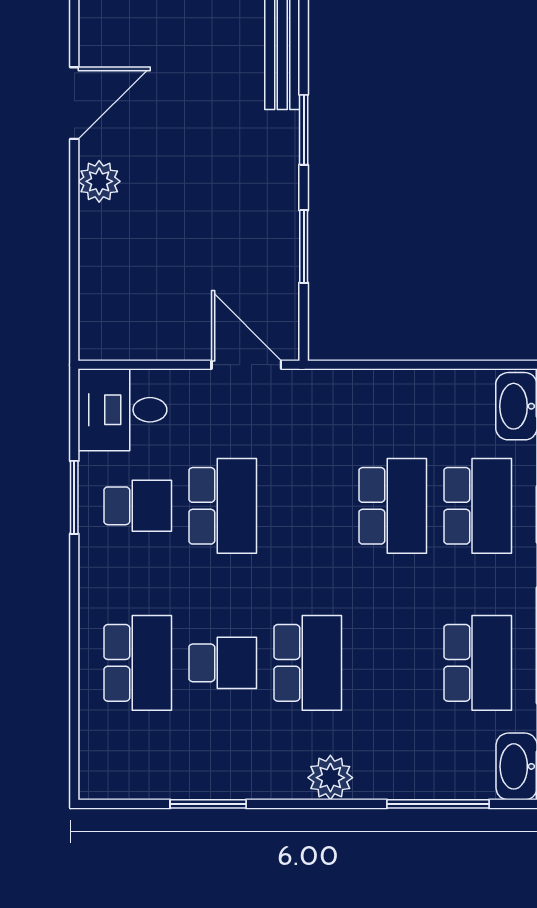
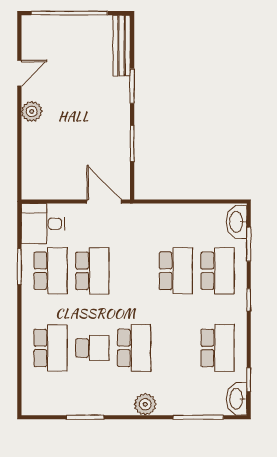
door: (74, 103) -> (19, 73), width x0.73
school desk: (138, 506) -> (51, 271), width x1.85

